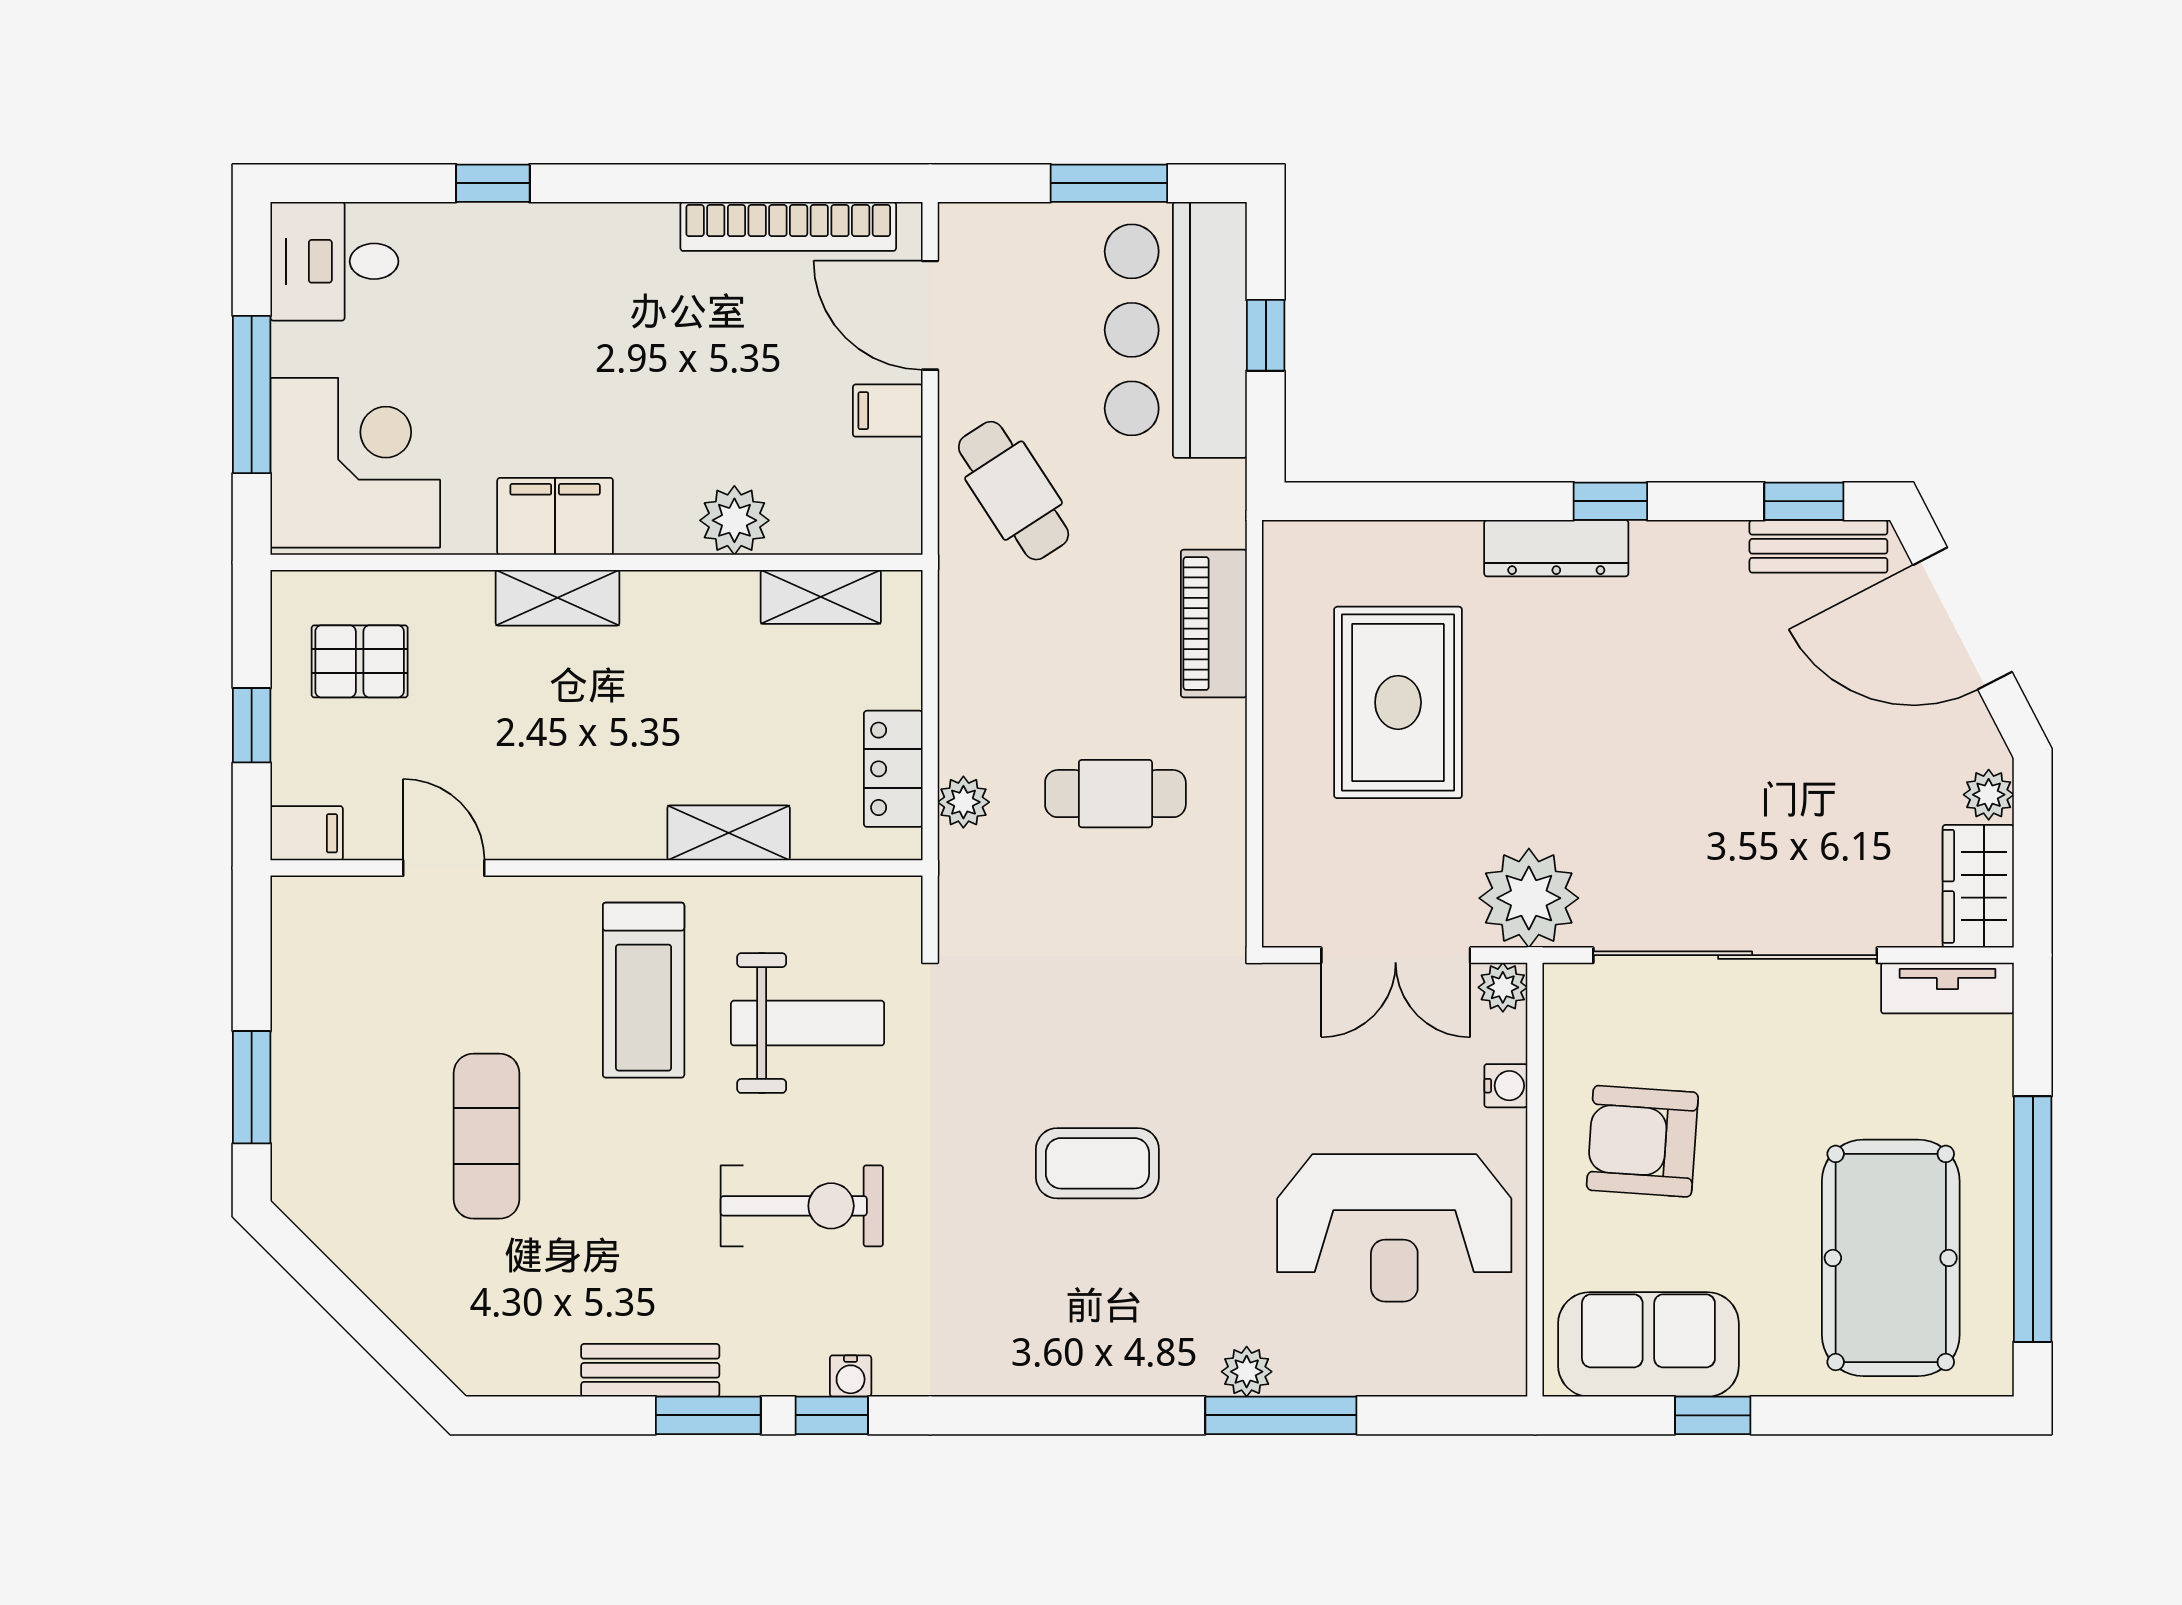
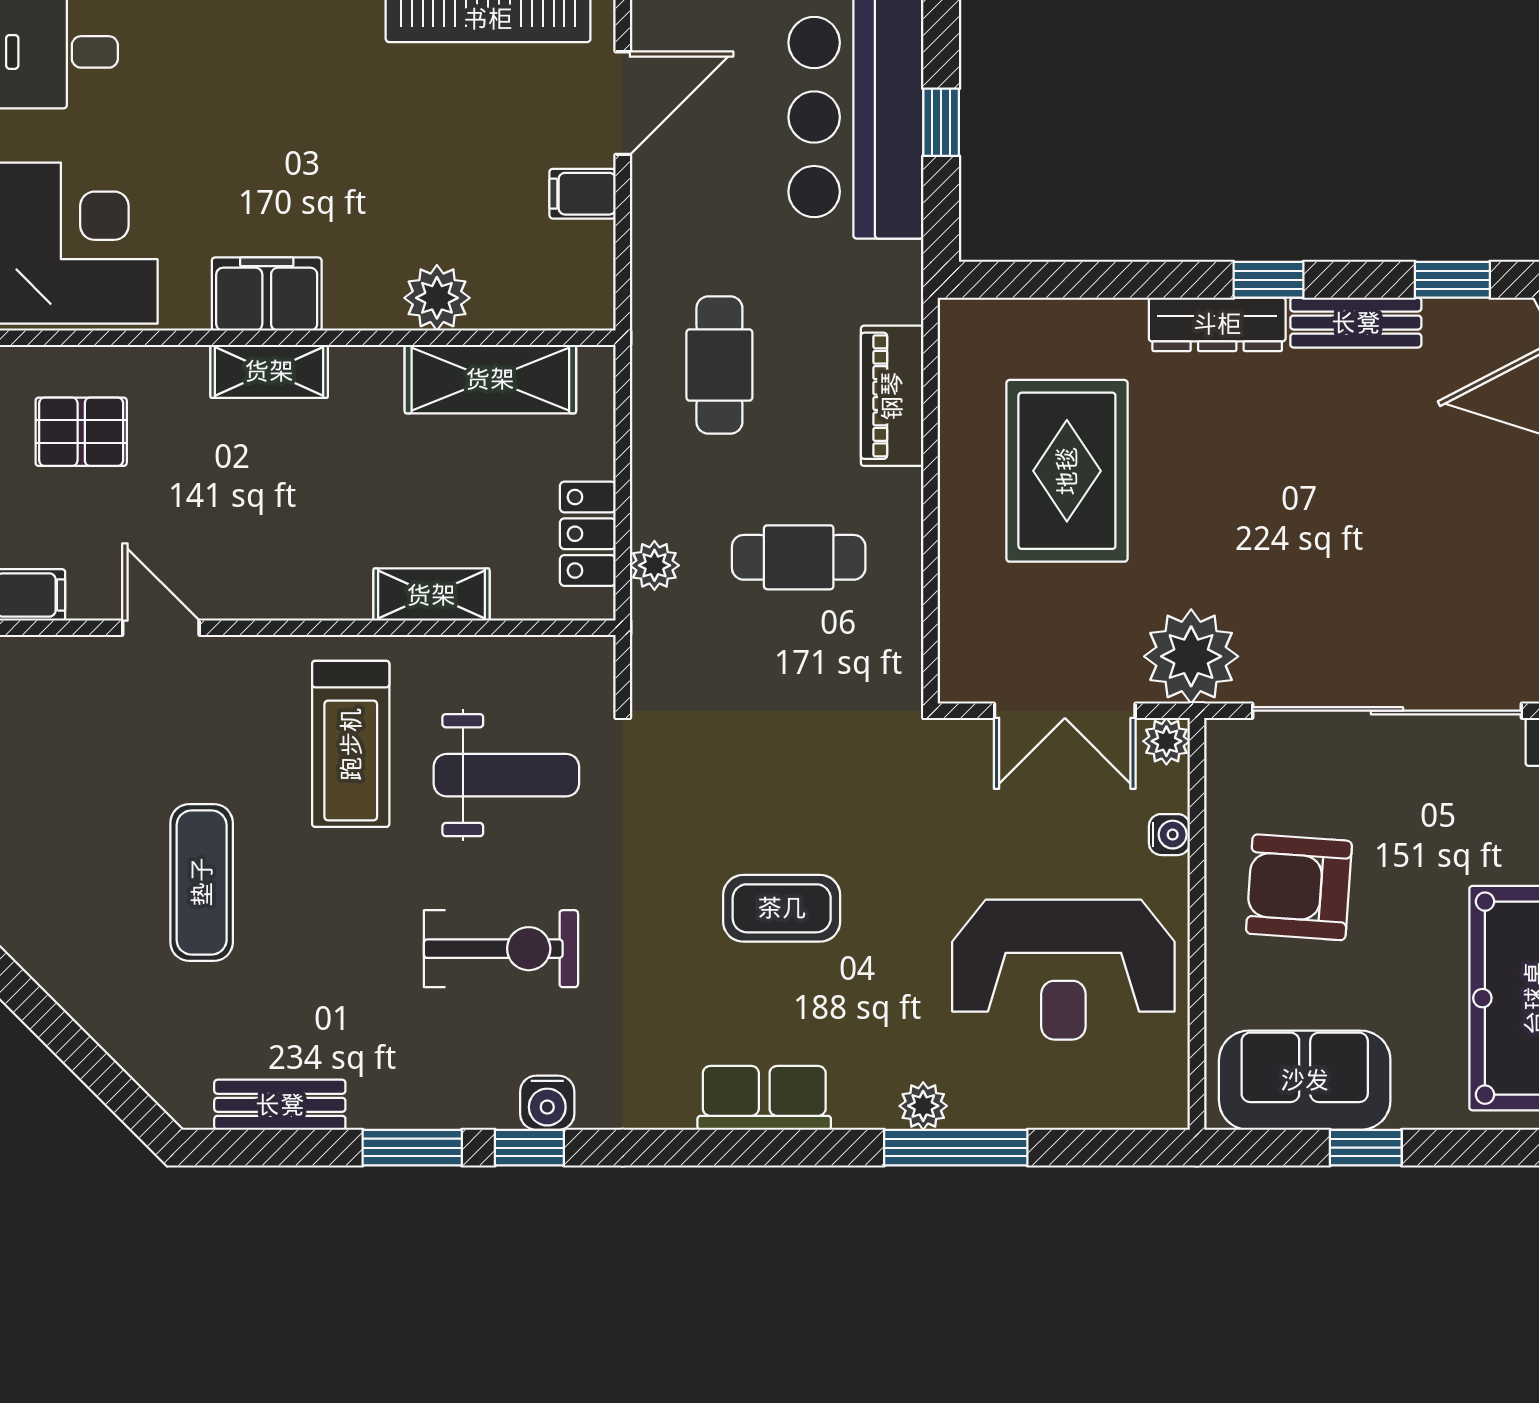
door: (930, 315) -> (623, 103), swing flipped
cafe table: (1014, 491) -> (719, 365), moved, turned 33
bench: (1818, 546) -> (1356, 323), moved
shelving: (821, 597) -> (490, 379), width x1.50, depth x1.33
row of seats: (1079, 1363) -> (764, 1098), added
bench: (650, 1370) -> (280, 1105), moved
water cooler: (851, 1376) -> (547, 1103), width x1.38, depth x1.38

